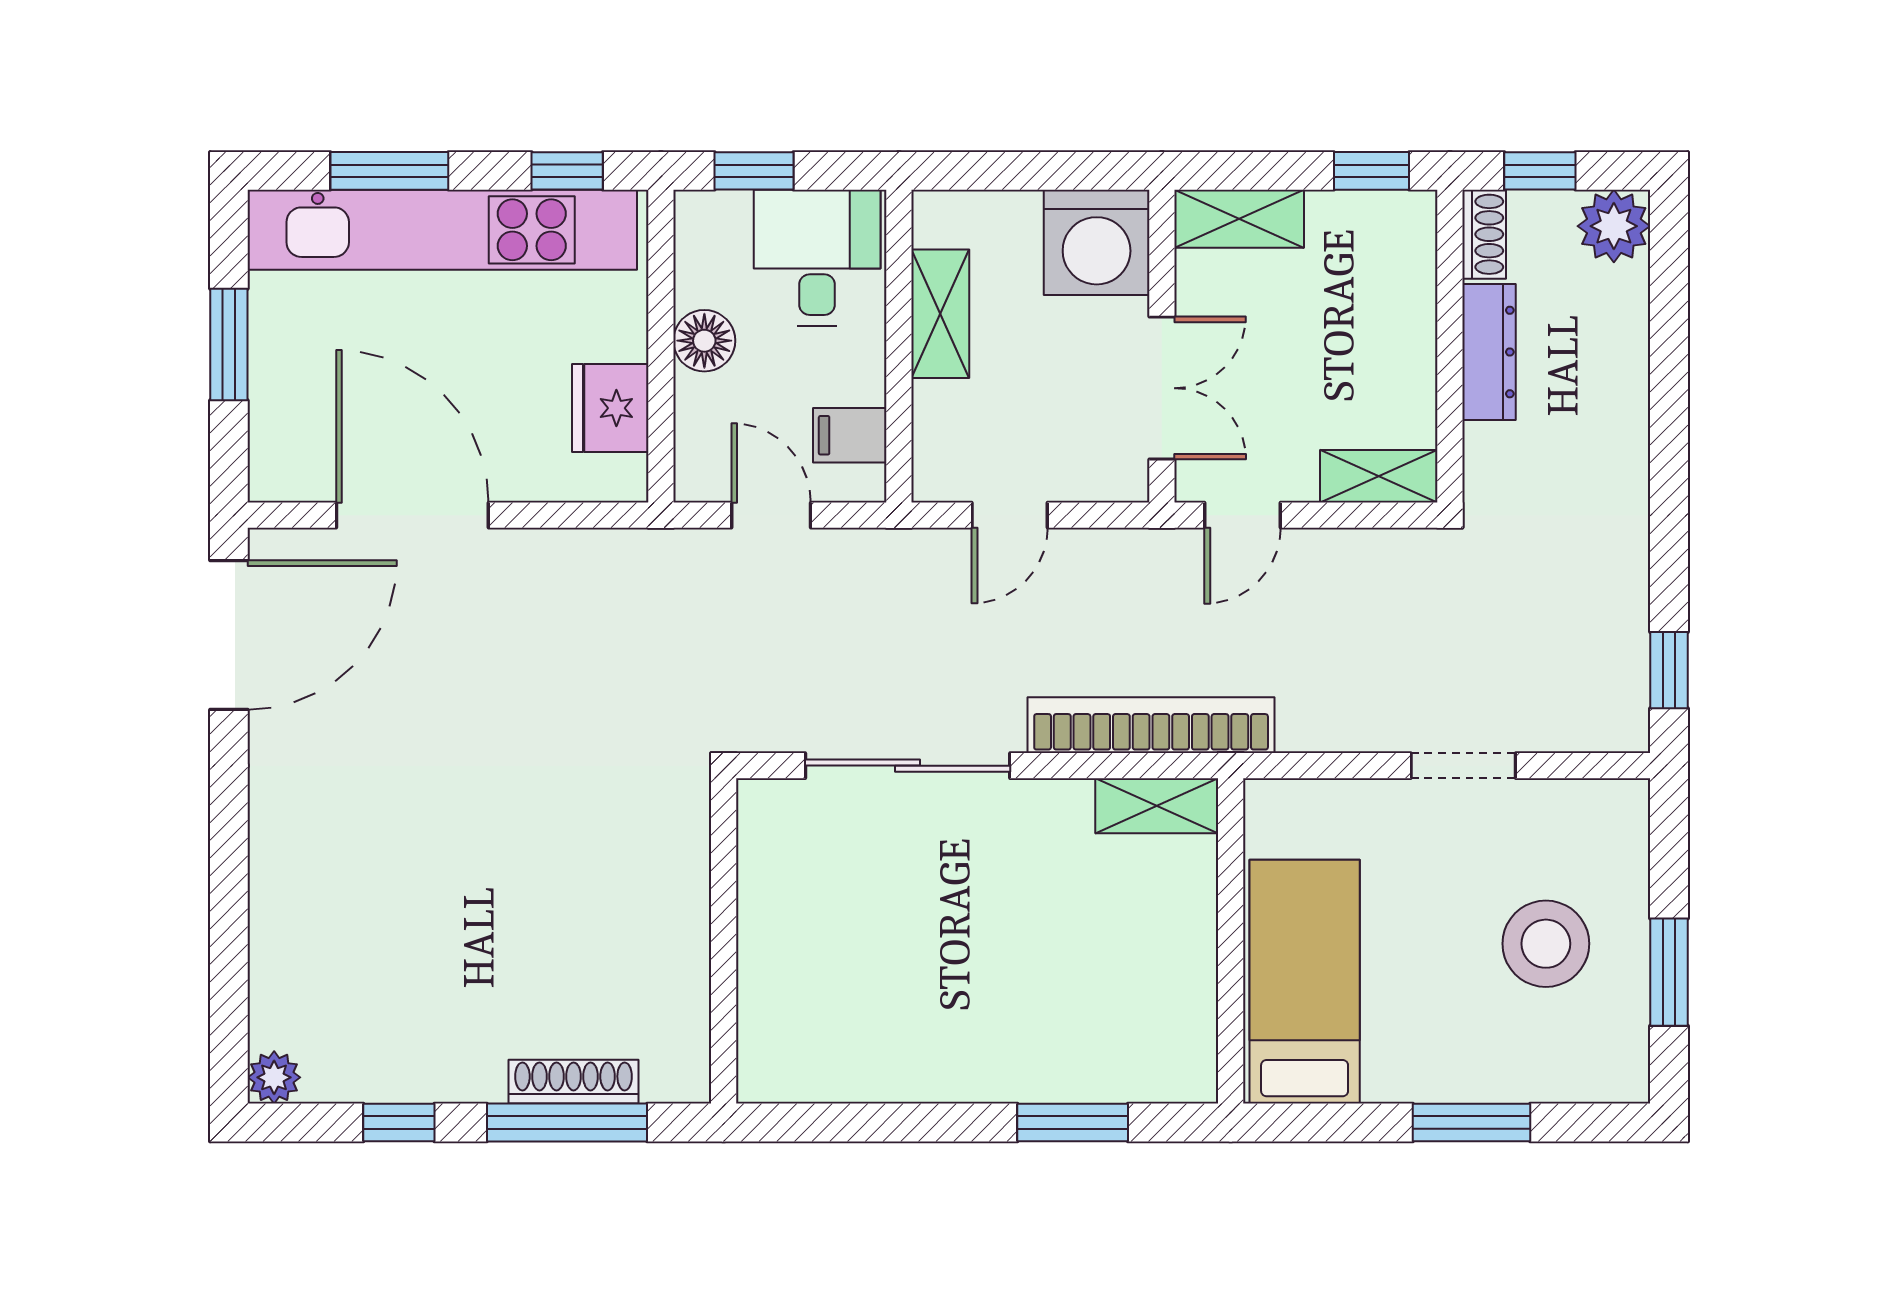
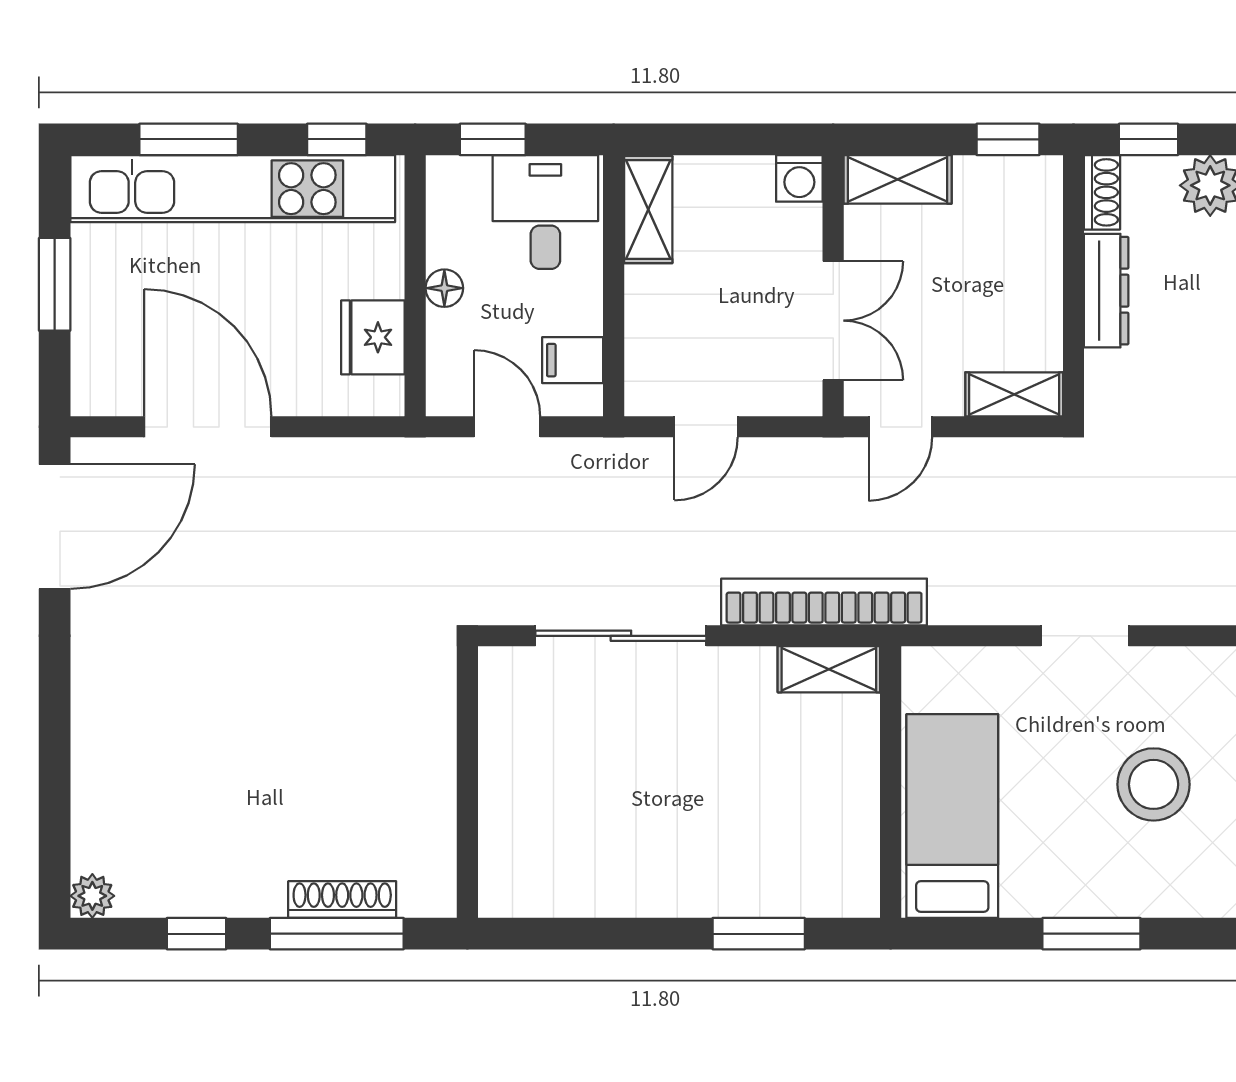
washing machine: (1097, 242) -> (799, 178), width x0.53, depth x0.53
shelving: (940, 314) -> (648, 210), moved
floor lamp: (704, 341) -> (444, 288), width x0.73, depth x0.73

